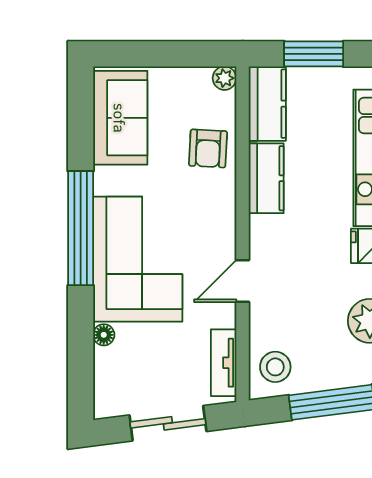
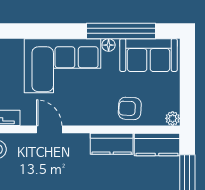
window: (81, 228) -> (121, 31), moved
floor lamp: (104, 335) -> (109, 45), moved

